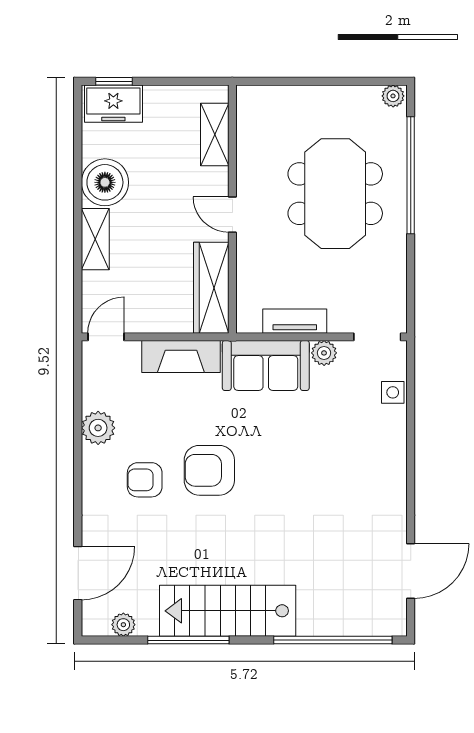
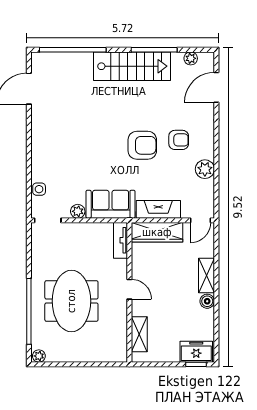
boiler: (105, 182) -> (207, 301), width x0.54, depth x0.54
wardrobe: (211, 288) -> (157, 232), moved, turned 90
tv unit: (295, 321) -> (120, 240), moved, turned 90

